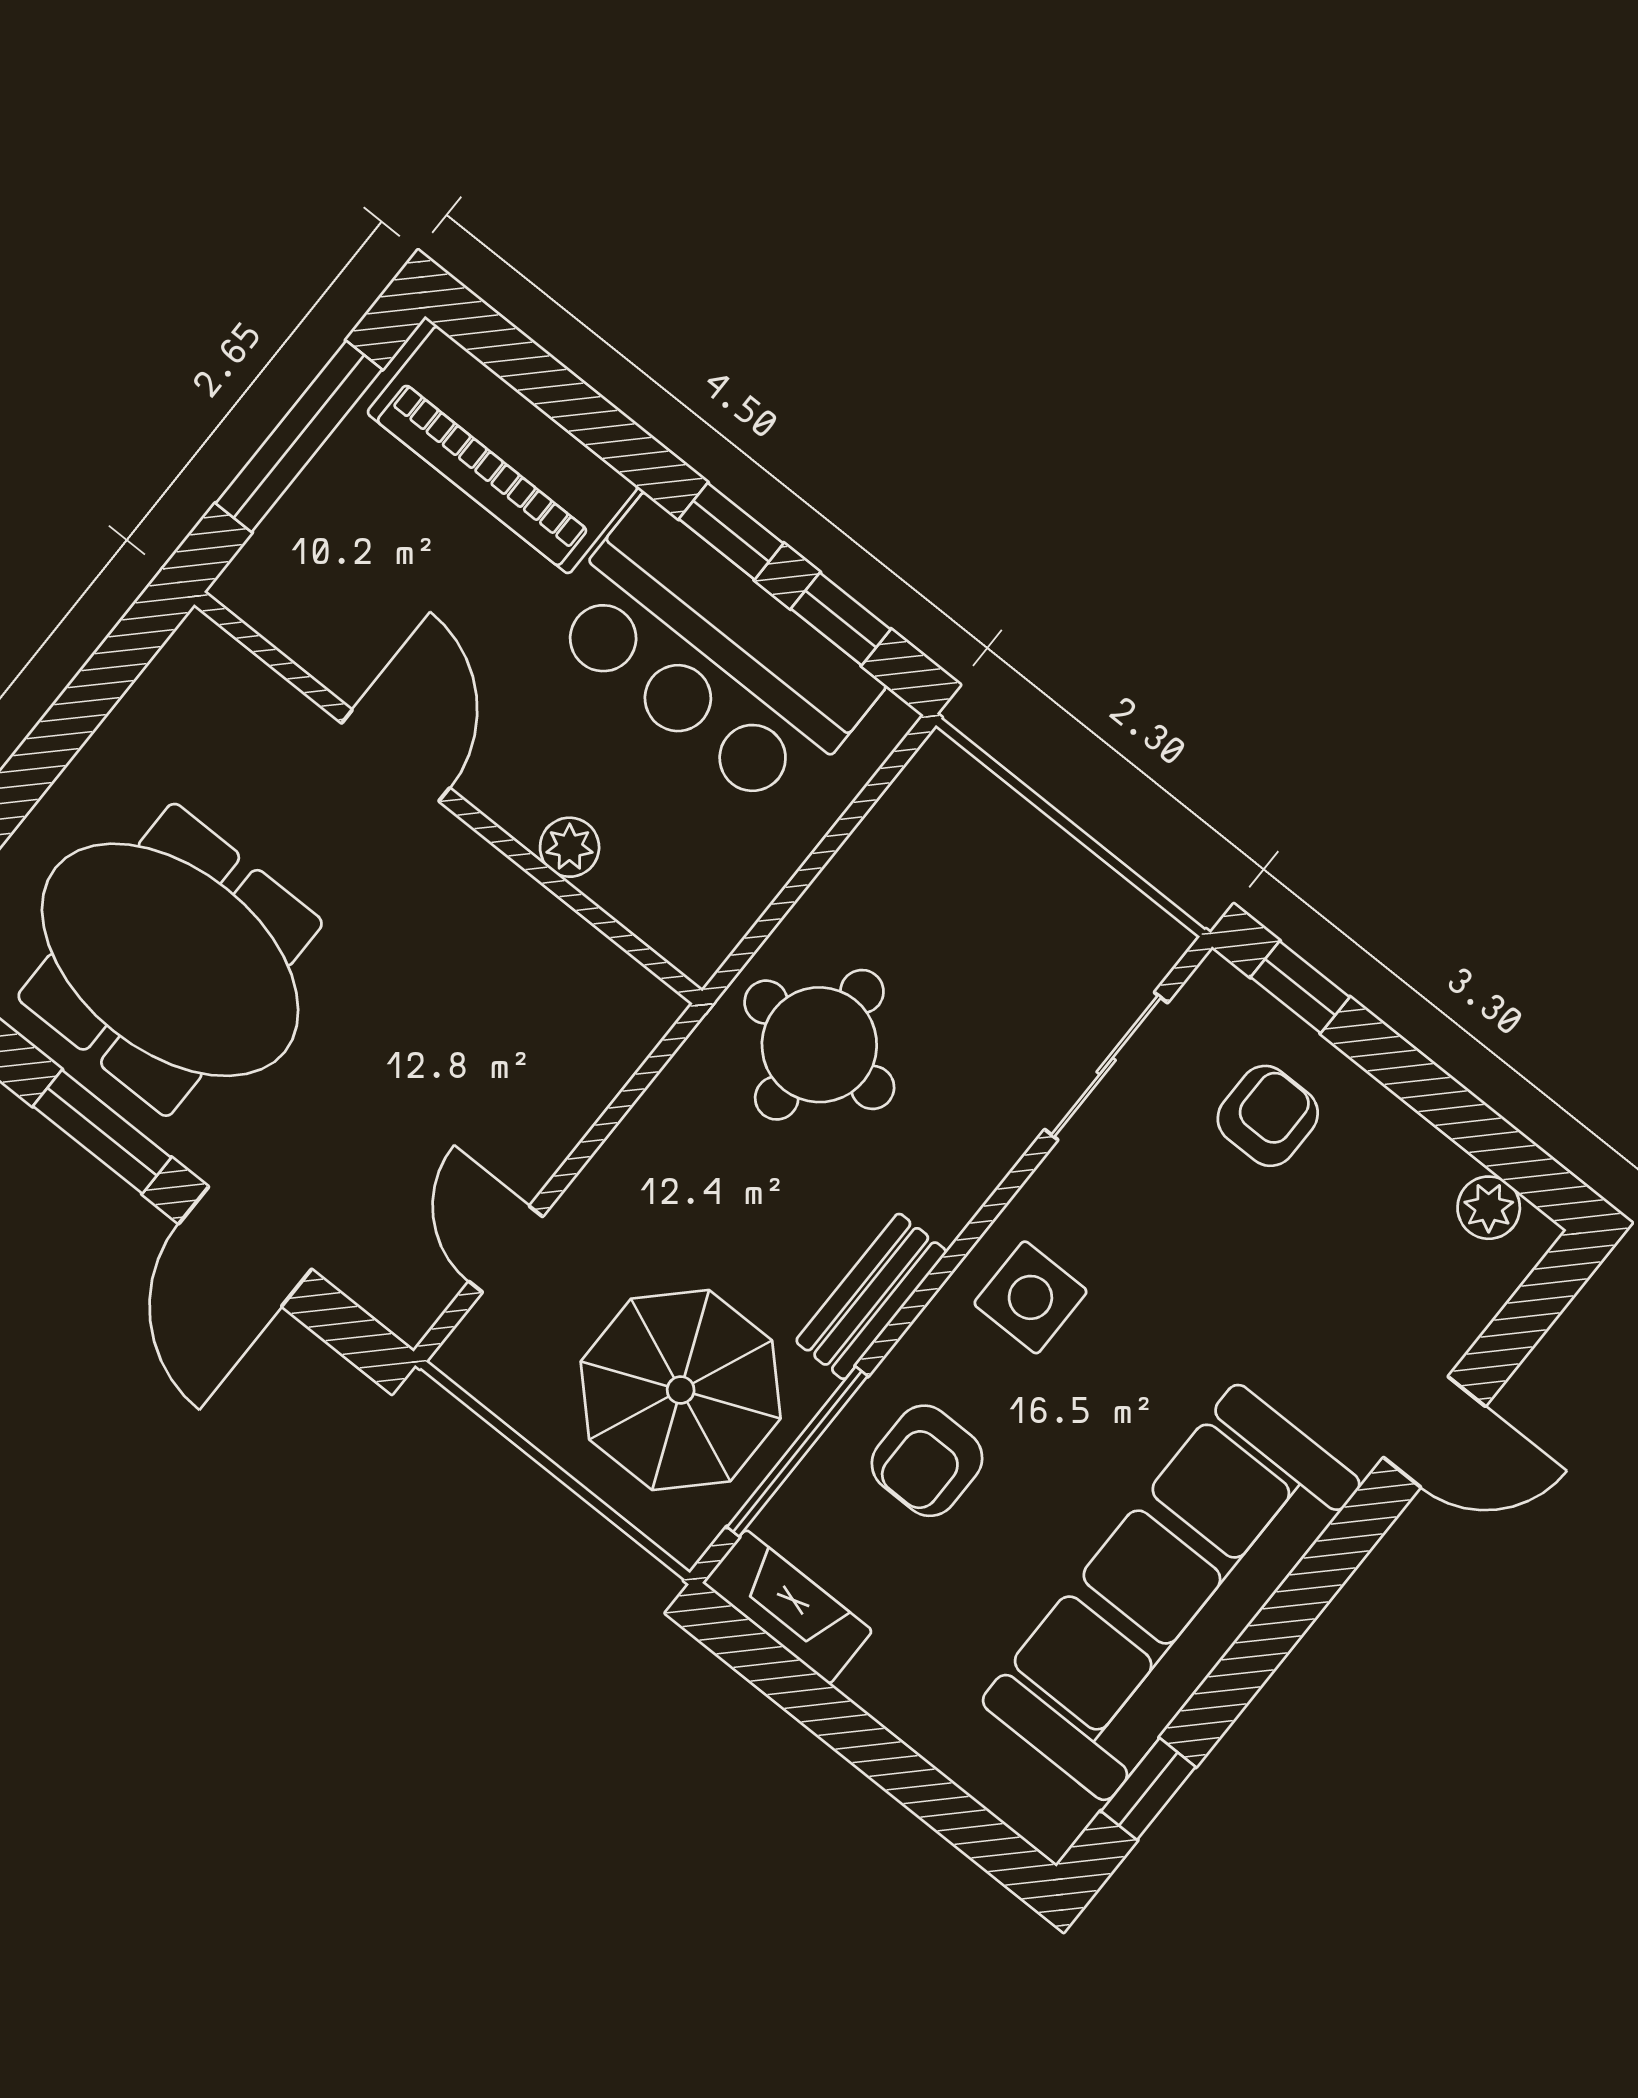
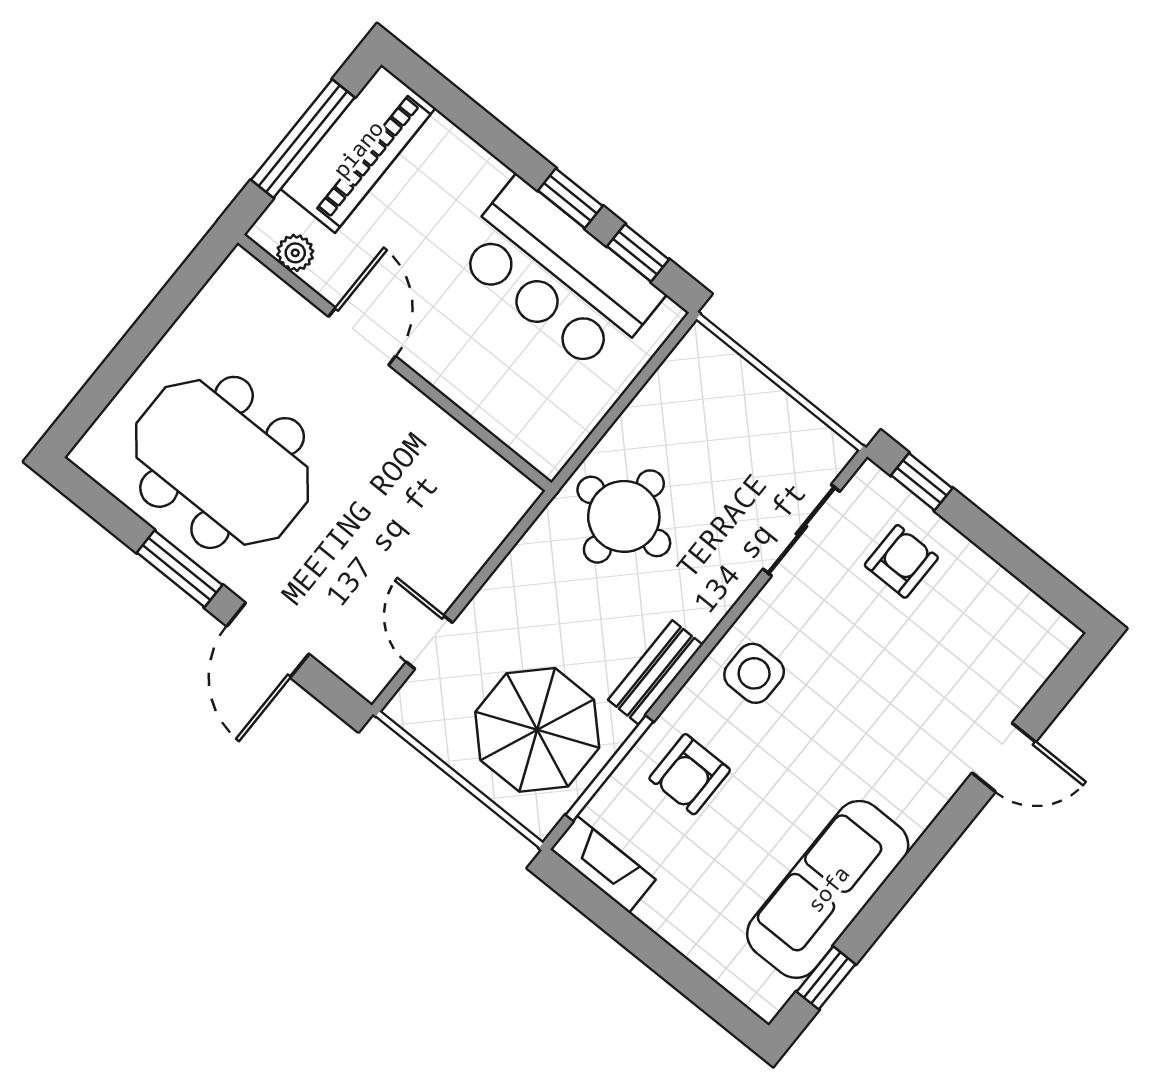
piano: (502, 450) -> (358, 149), moved, turned -90
plant: (570, 847) -> (295, 253), moved
plant: (1489, 1208) -> (1038, 619), removed
sofa: (1171, 1592) -> (828, 889), width x0.74, depth x0.79

